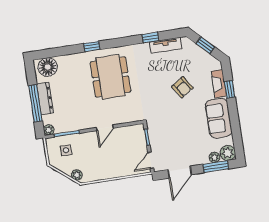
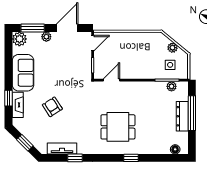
floor lamp: (48, 67) -> (175, 149), width x0.53, depth x0.53
dining table: (111, 77) -> (118, 127), width x0.73
door: (105, 128) -> (111, 80), moved
plant: (49, 130) -> (172, 86), moved
plant: (214, 157) -> (46, 37), moved
plant: (77, 175) -> (173, 48), moved

